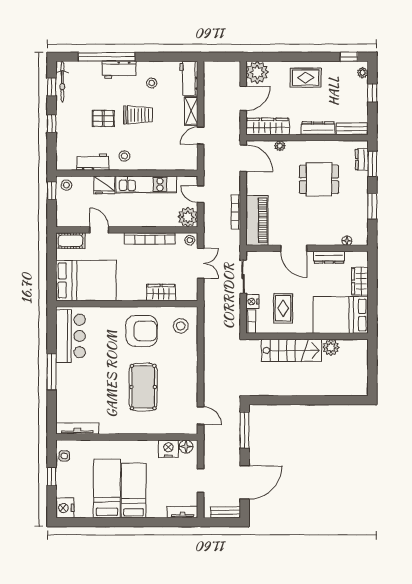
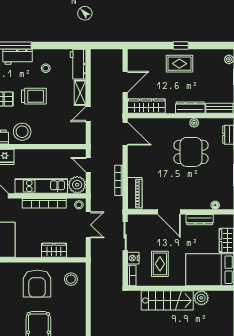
window: (349, 57) -> (181, 46), moved
plant: (257, 72) -> (137, 59), removed
plant: (280, 146) -> (194, 123), moved
stool: (124, 156) -> (22, 132), width x1.89, depth x1.89
kitchen unit: (146, 184) -> (41, 186), moved, turned 180
piano: (257, 220) -> (135, 193), width x0.73, depth x0.75
armchair: (142, 331) -> (37, 284), turned 90

